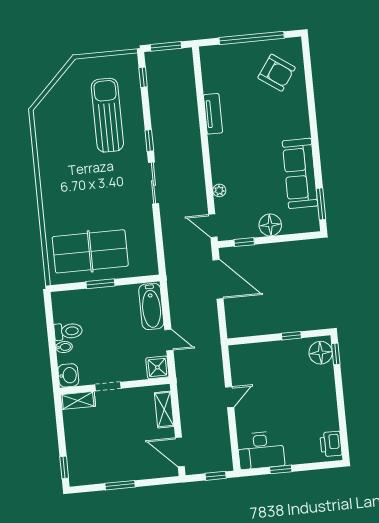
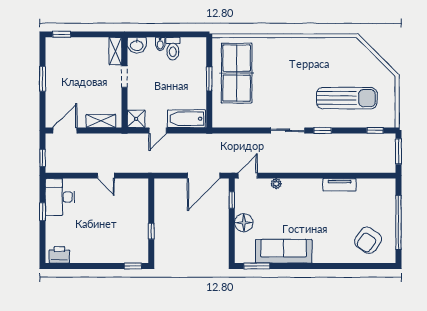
floor lamp: (321, 353) -> (135, 254), removed

